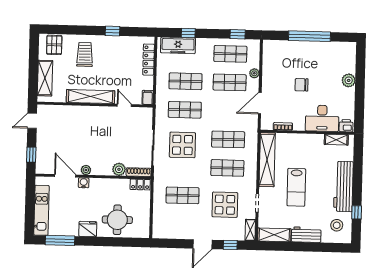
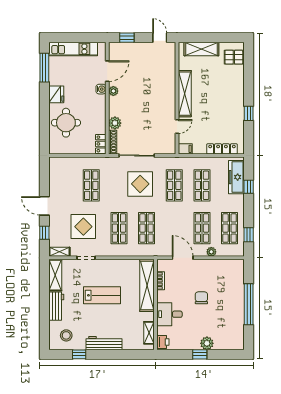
trolley: (85, 54) -> (225, 87), removed
window: (360, 88) -> (200, 354), added
desk: (322, 118) -> (170, 314), width x0.73
shelving: (267, 160) -> (147, 285), moved, turned 90
workbench: (343, 186) -> (104, 343), width x0.73, depth x0.76
lab bench: (296, 187) -> (102, 295), turned 180

